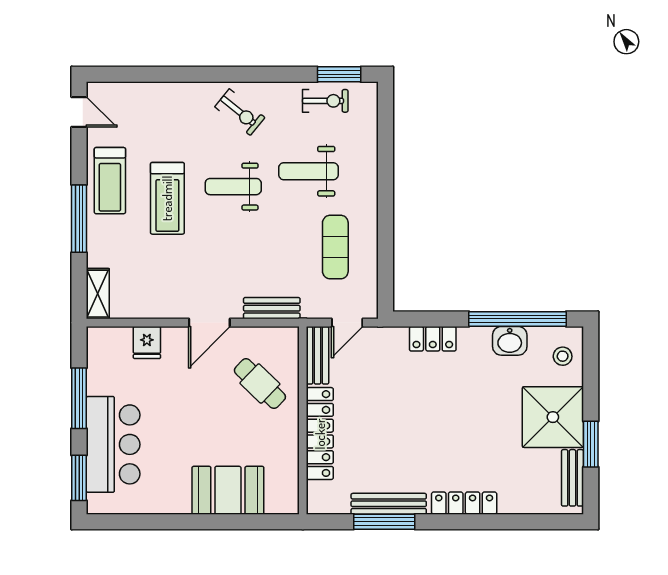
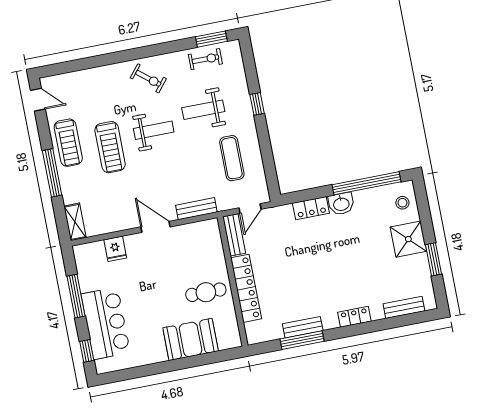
window: (386, 178) -> (257, 104), added
weight bench: (233, 187) -> (154, 130), turned 180
door: (209, 323) -> (155, 227), swing flipped
washbasin: (510, 341) -> (341, 204), moved
cafe table: (260, 384) -> (206, 292), moved, turned -44
shower: (553, 417) -> (408, 239), width x0.73, depth x0.73
window: (79, 478) -> (87, 351), width x0.67
bench: (572, 478) -> (404, 307), moved, turned 90
locker: (464, 503) -> (354, 317), width x0.66
bench: (389, 504) -> (303, 327), width x0.73

